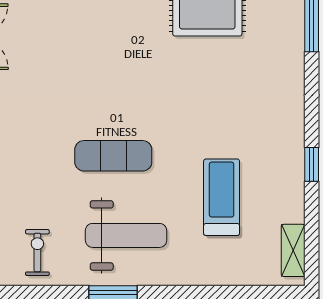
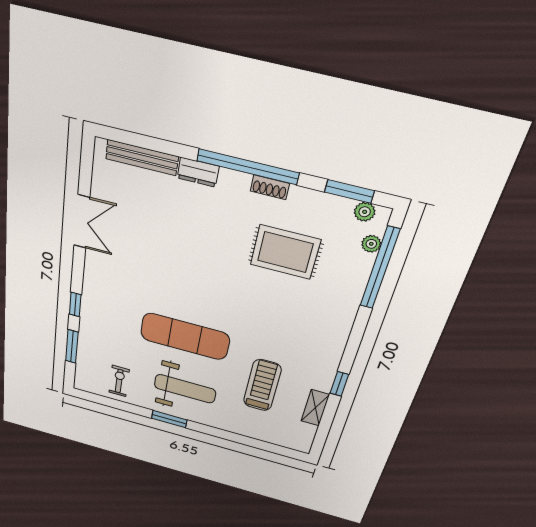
exercise mat: (113, 156) -> (185, 336), width x1.36, depth x1.45
shelving: (293, 250) -> (315, 408), moved

